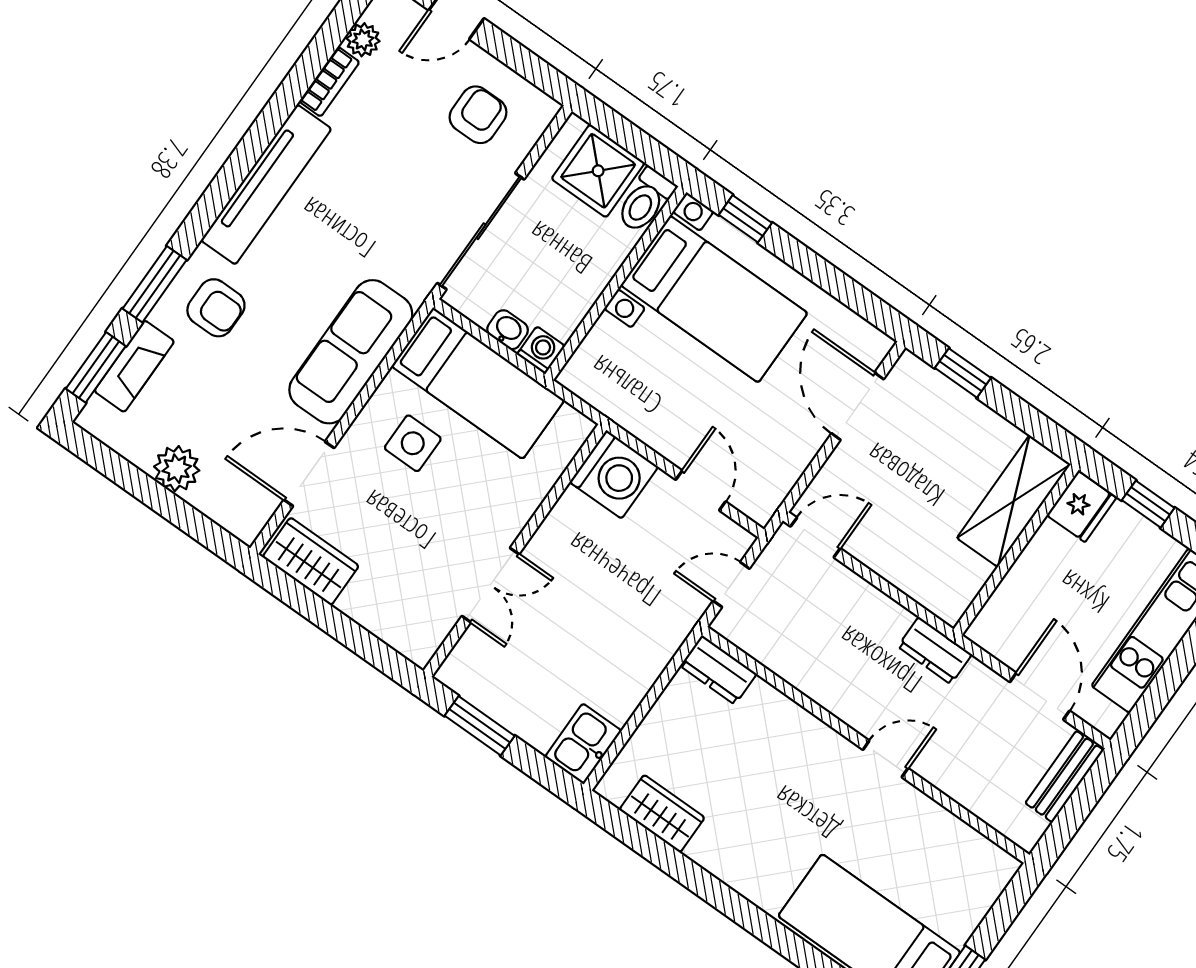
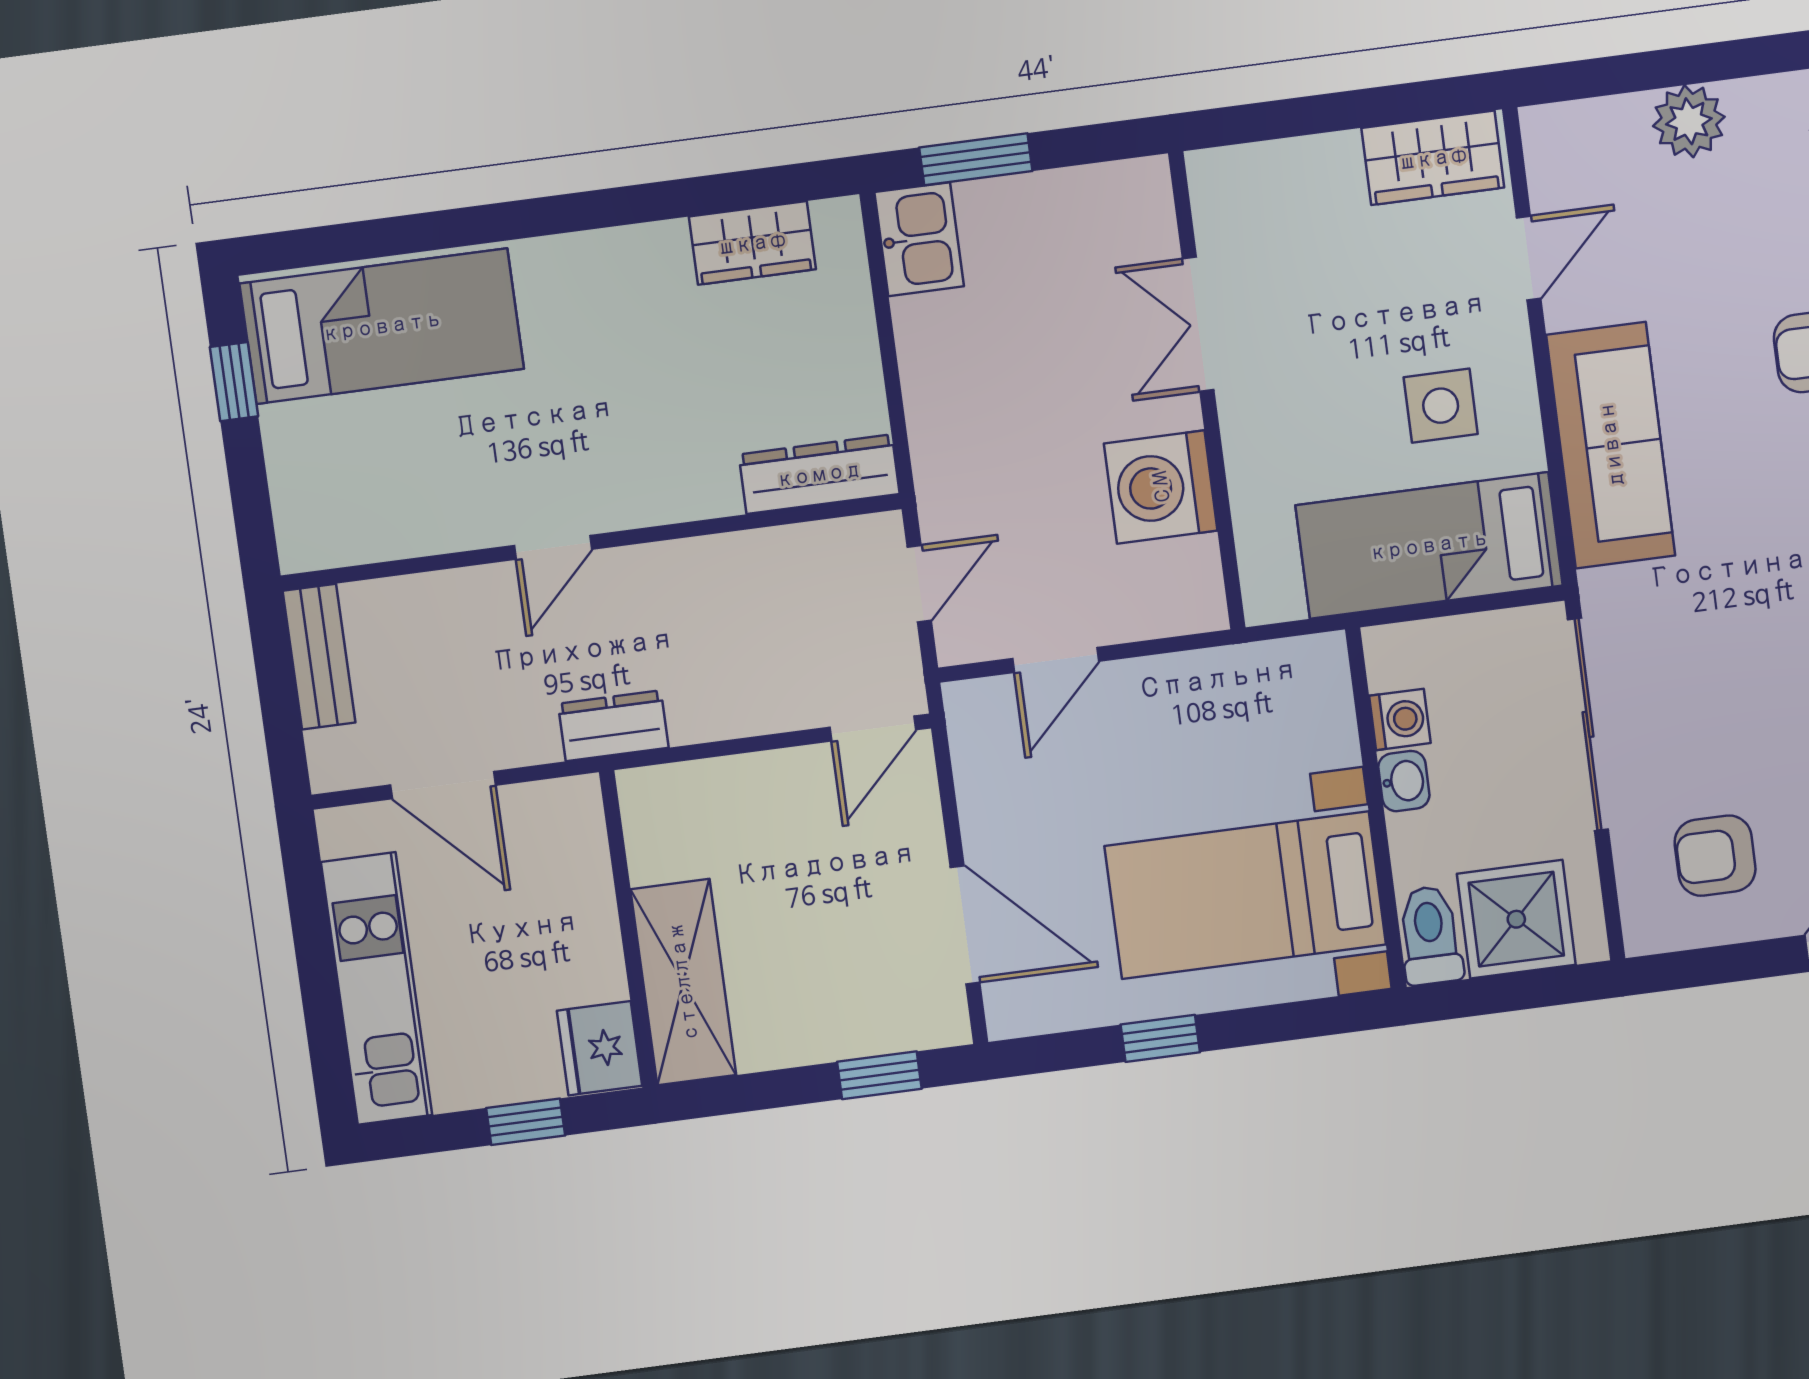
armchair: (478, 115) -> (1715, 856), turned 90
window: (745, 219) -> (1160, 1038), moved
washbasin: (508, 330) -> (1404, 781), moved, turned -90
washing machine: (541, 350) -> (1400, 719), moved, turned -90
door: (309, 474) -> (1529, 258), width x0.73
washing machine: (614, 474) -> (1161, 487), moved
door: (701, 491) -> (1056, 660), hinge flipped
dresser: (718, 670) -> (819, 474), width x1.44
window: (480, 726) -> (976, 159), moved
bench: (1064, 777) -> (319, 657), moved

